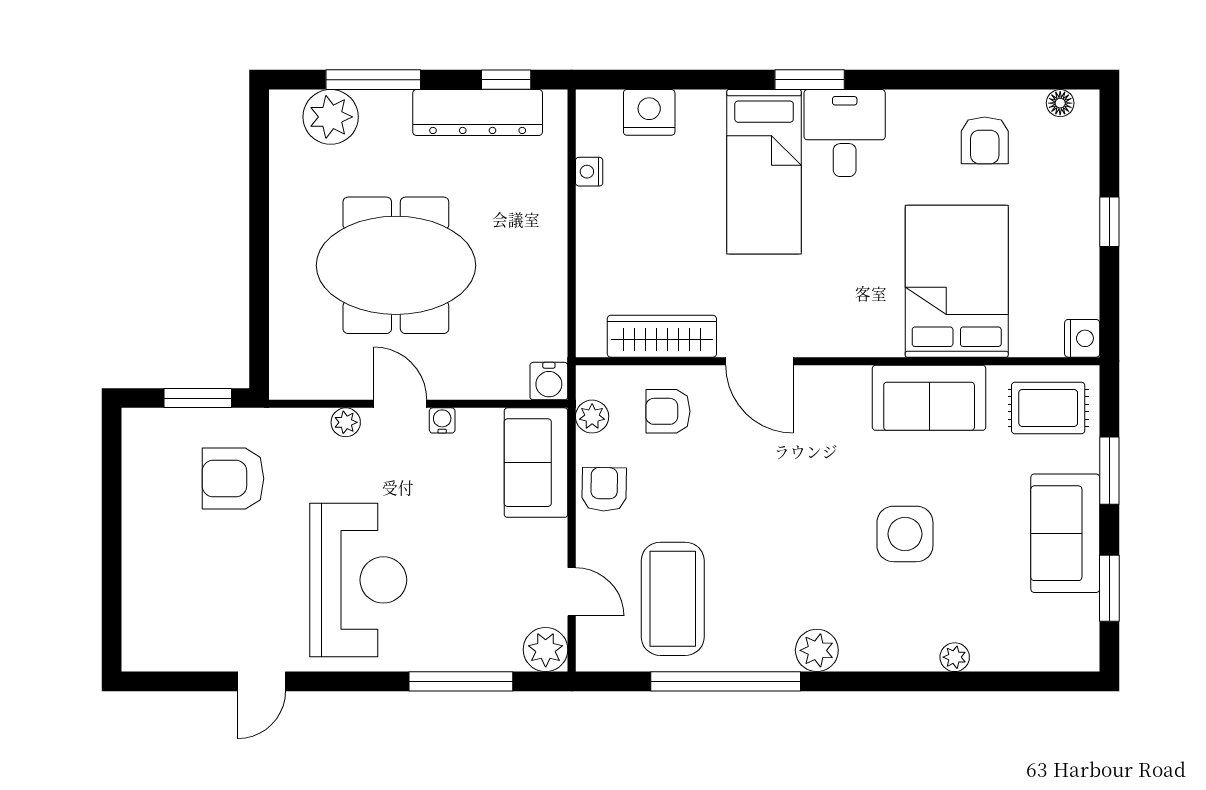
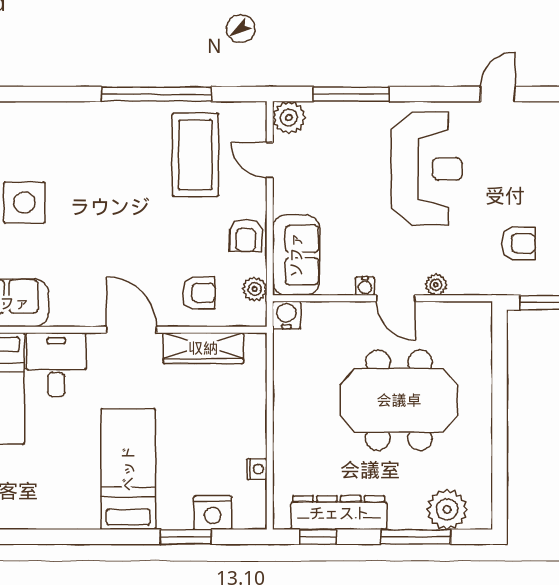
window: (810, 80) -> (186, 537), moved
desk: (845, 133) -> (56, 365), moved, turned 180
armchair: (233, 479) -> (519, 243), width x0.72, depth x0.72
reception desk: (358, 580) -> (427, 169), turned 180
plant: (817, 650) -> (89, 117), removed

